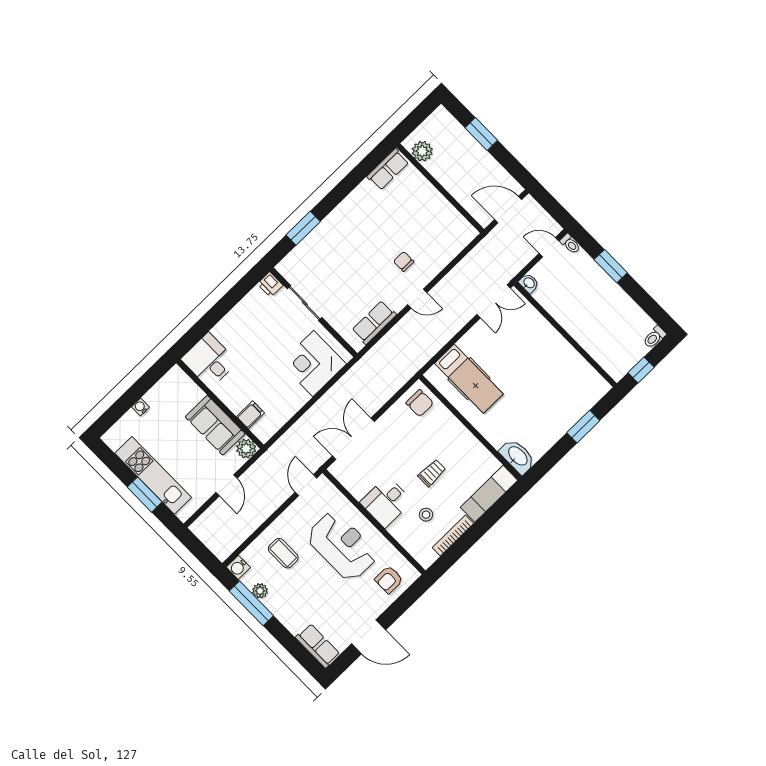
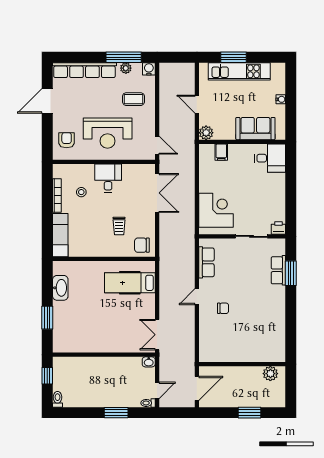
row of seats: (388, 169) -> (278, 270), moved
sofa: (215, 425) -> (255, 129), moved
washbasin: (517, 456) -> (60, 288), moved, turned -90
trolley: (432, 473) -> (119, 226), moved
row of seats: (318, 646) -> (84, 70), width x2.02

